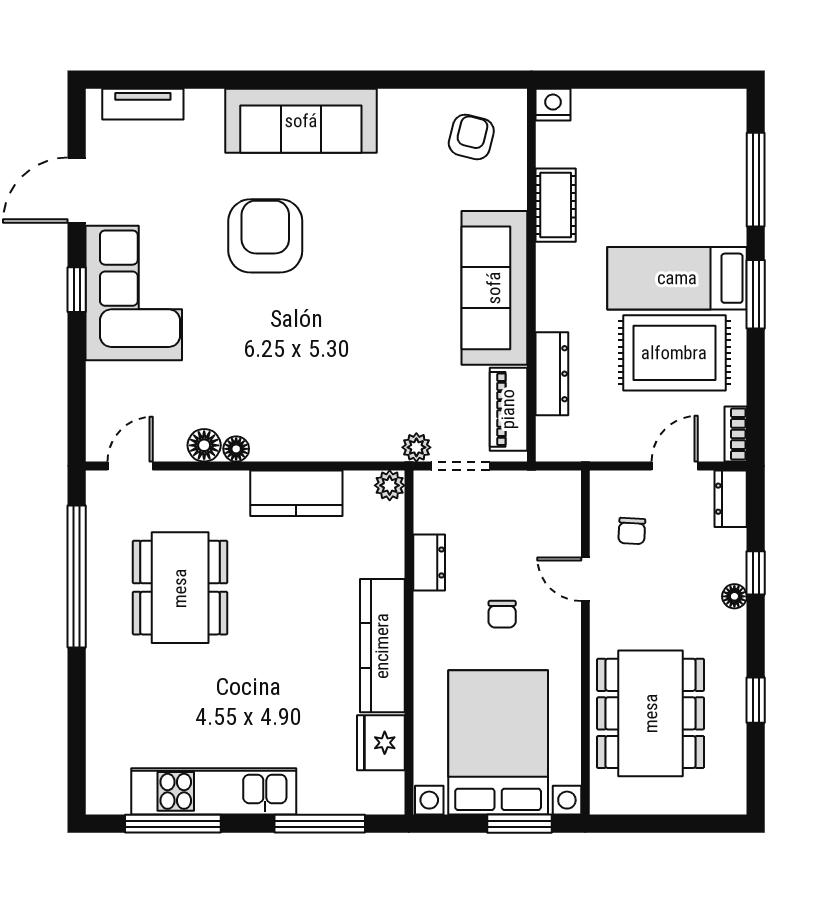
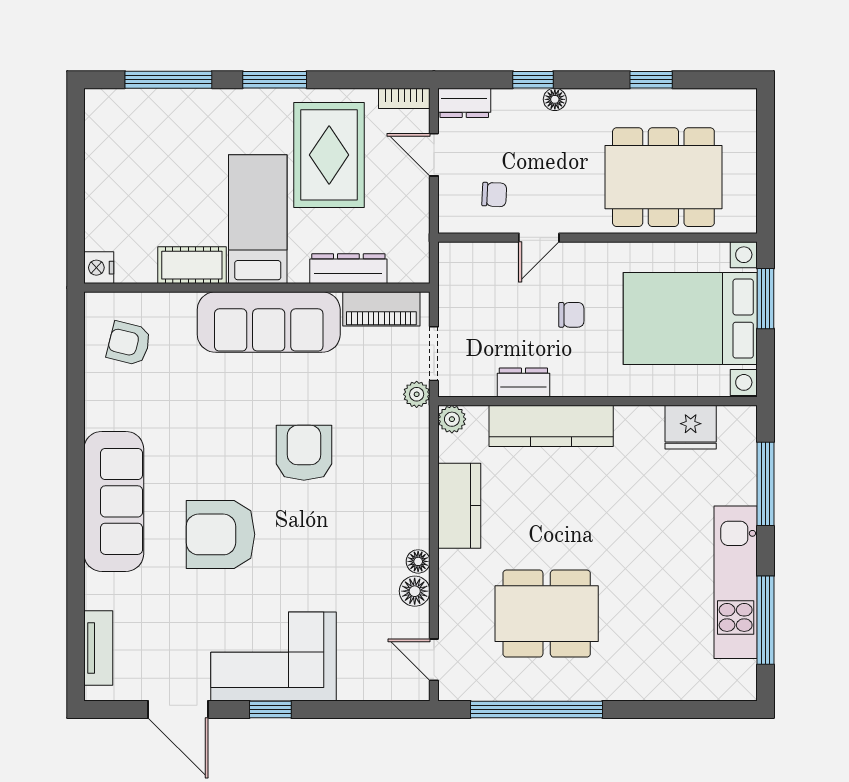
bed: (677, 278) -> (258, 219), moved, turned 180
armchair: (353, 326) -> (304, 453), added
kitchen counter: (382, 646) -> (551, 426), moved

